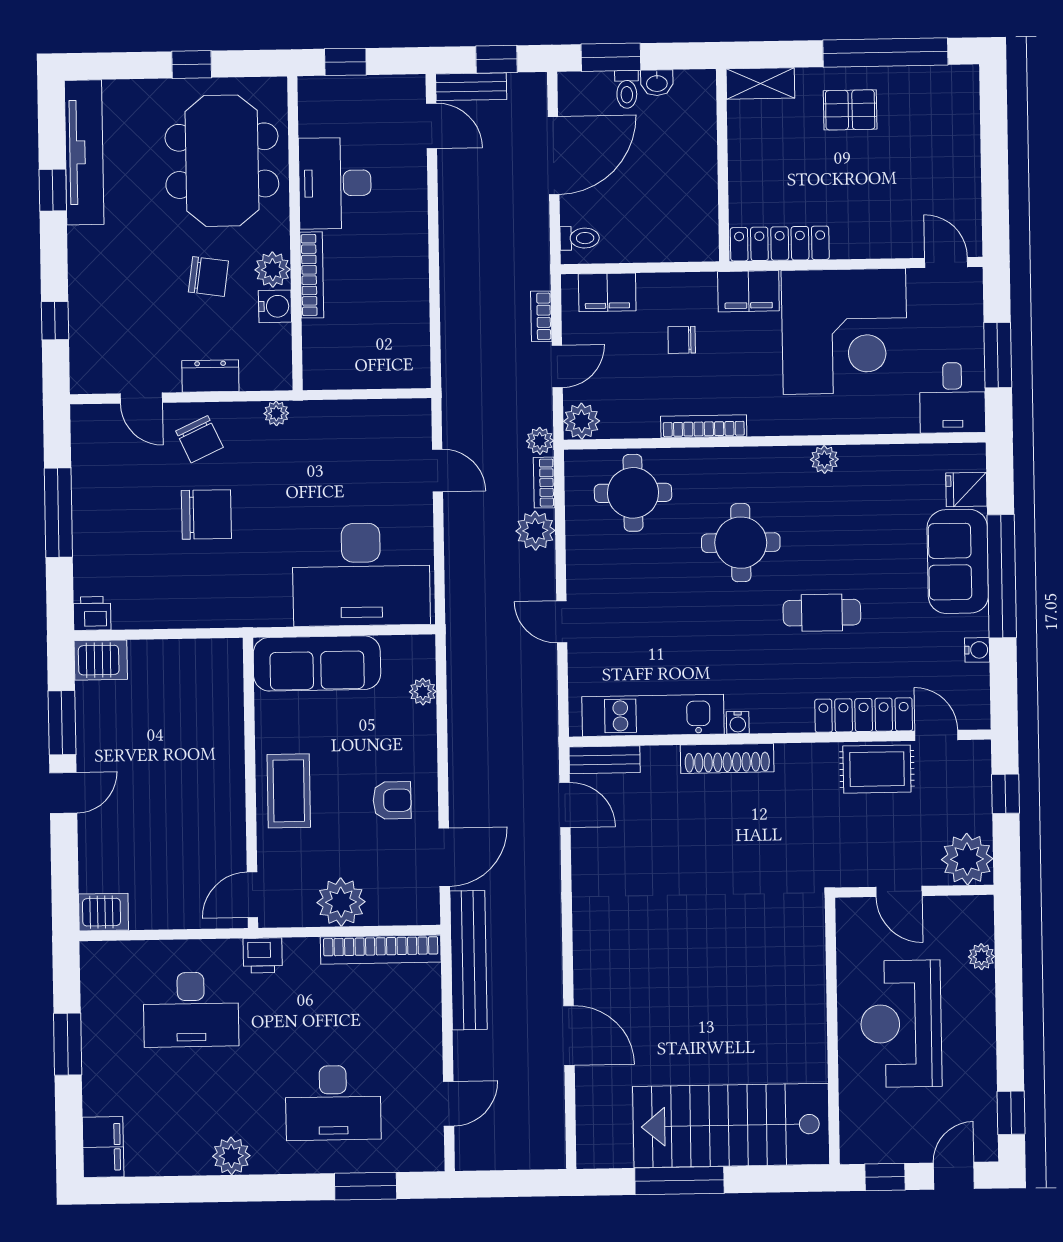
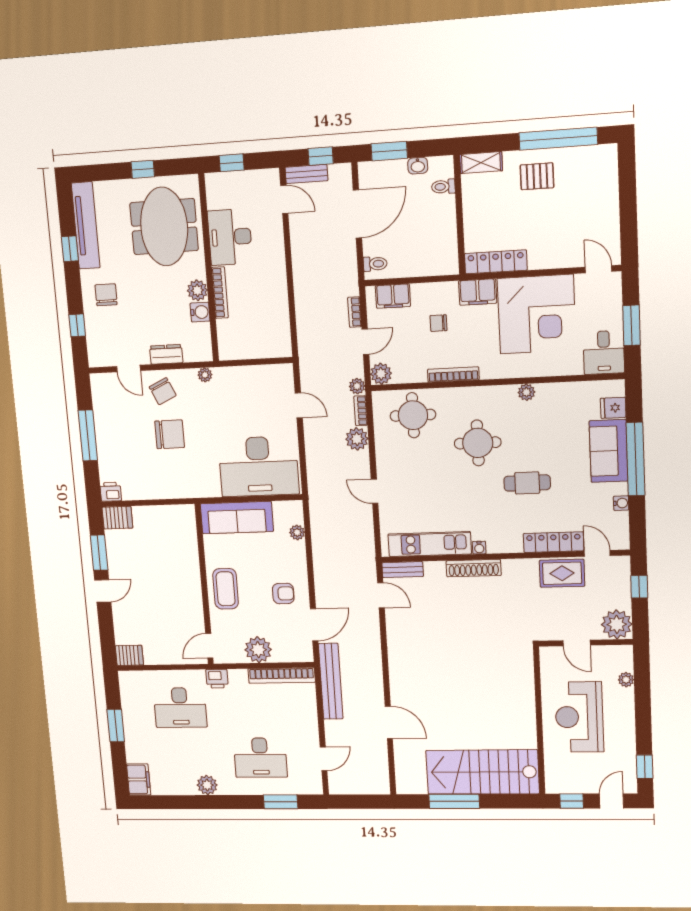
toilet: (627, 89) -> (443, 187), moved, turned 90
chair: (208, 276) -> (106, 295), moved, turned -98

